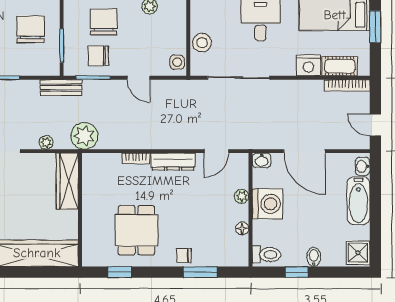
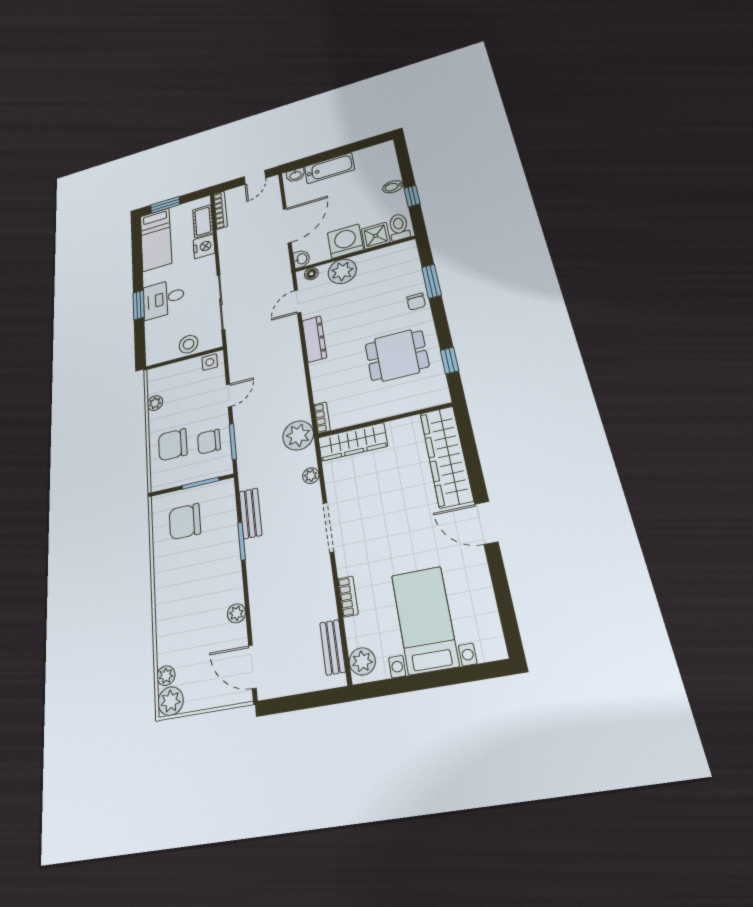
chair: (98, 56) -> (209, 442), turned 90
bench: (61, 88) -> (250, 513), moved
door: (216, 151) -> (298, 302), swing flipped
bookcase: (136, 158) -> (322, 418), moved
plant: (242, 196) -> (342, 271), width x1.88, depth x1.88
floor lamp: (242, 228) -> (311, 274), moved
shower: (358, 253) -> (376, 236), moved

